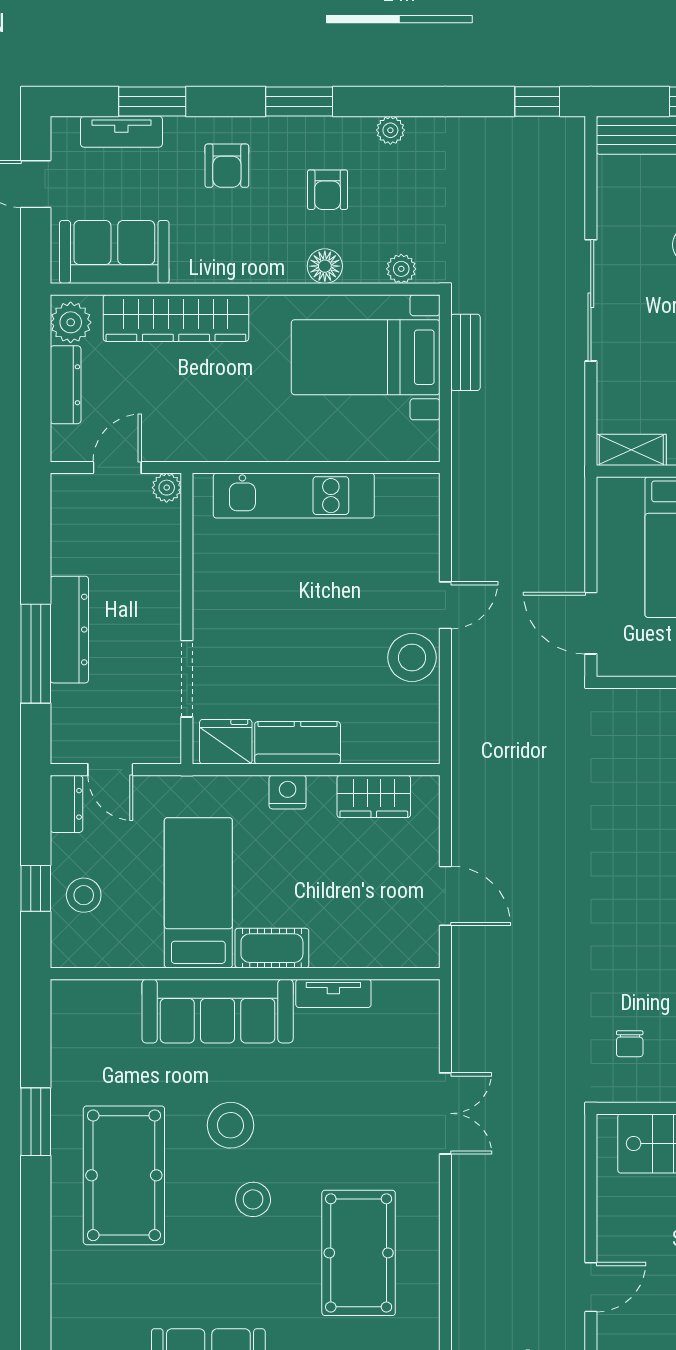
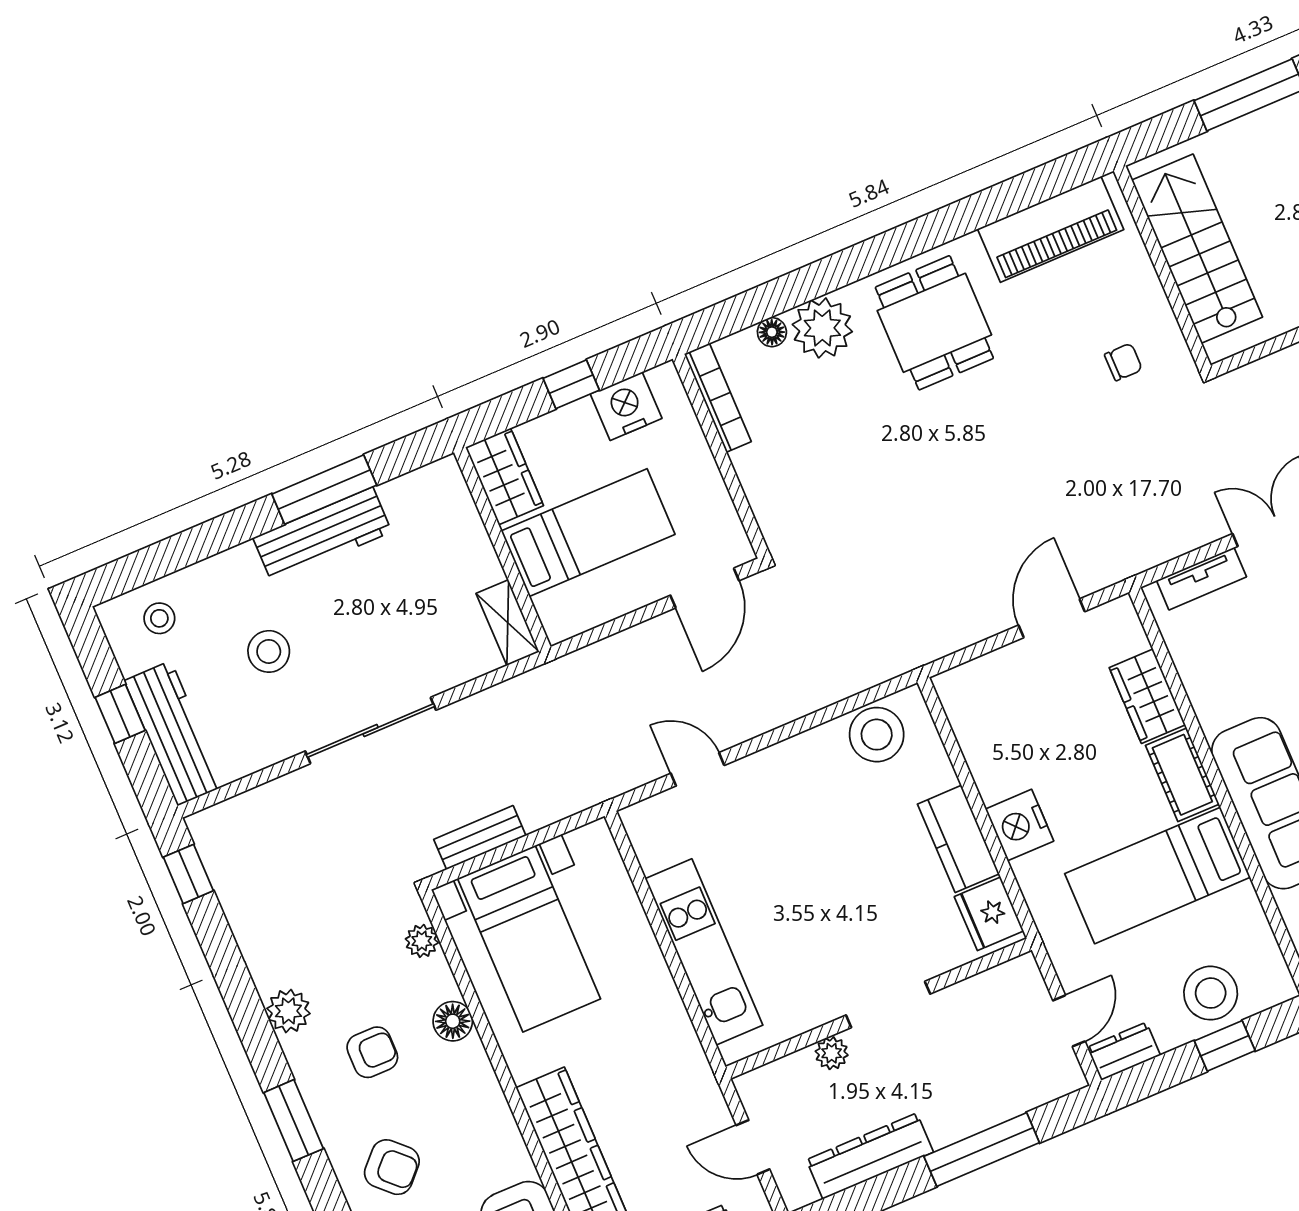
plant: (390, 130) -> (288, 1011), width x1.38, depth x1.38
armchair: (227, 166) -> (392, 1167), turned 44
plant: (167, 488) -> (832, 1053), moved
door: (445, 605) -> (698, 769), moved
dresser: (69, 630) -> (870, 1156), moved
stool: (412, 657) -> (877, 735), moved
doorway: (187, 679) -> (888, 1004), moved
nightstand: (288, 792) -> (1020, 825), width x1.36, depth x1.33
wardrobe: (374, 796) -> (1147, 696), moved, turned 180
stool: (84, 895) -> (1211, 993), width x1.38, depth x1.38
tv unit: (333, 993) -> (1201, 579), moved, turned 90

